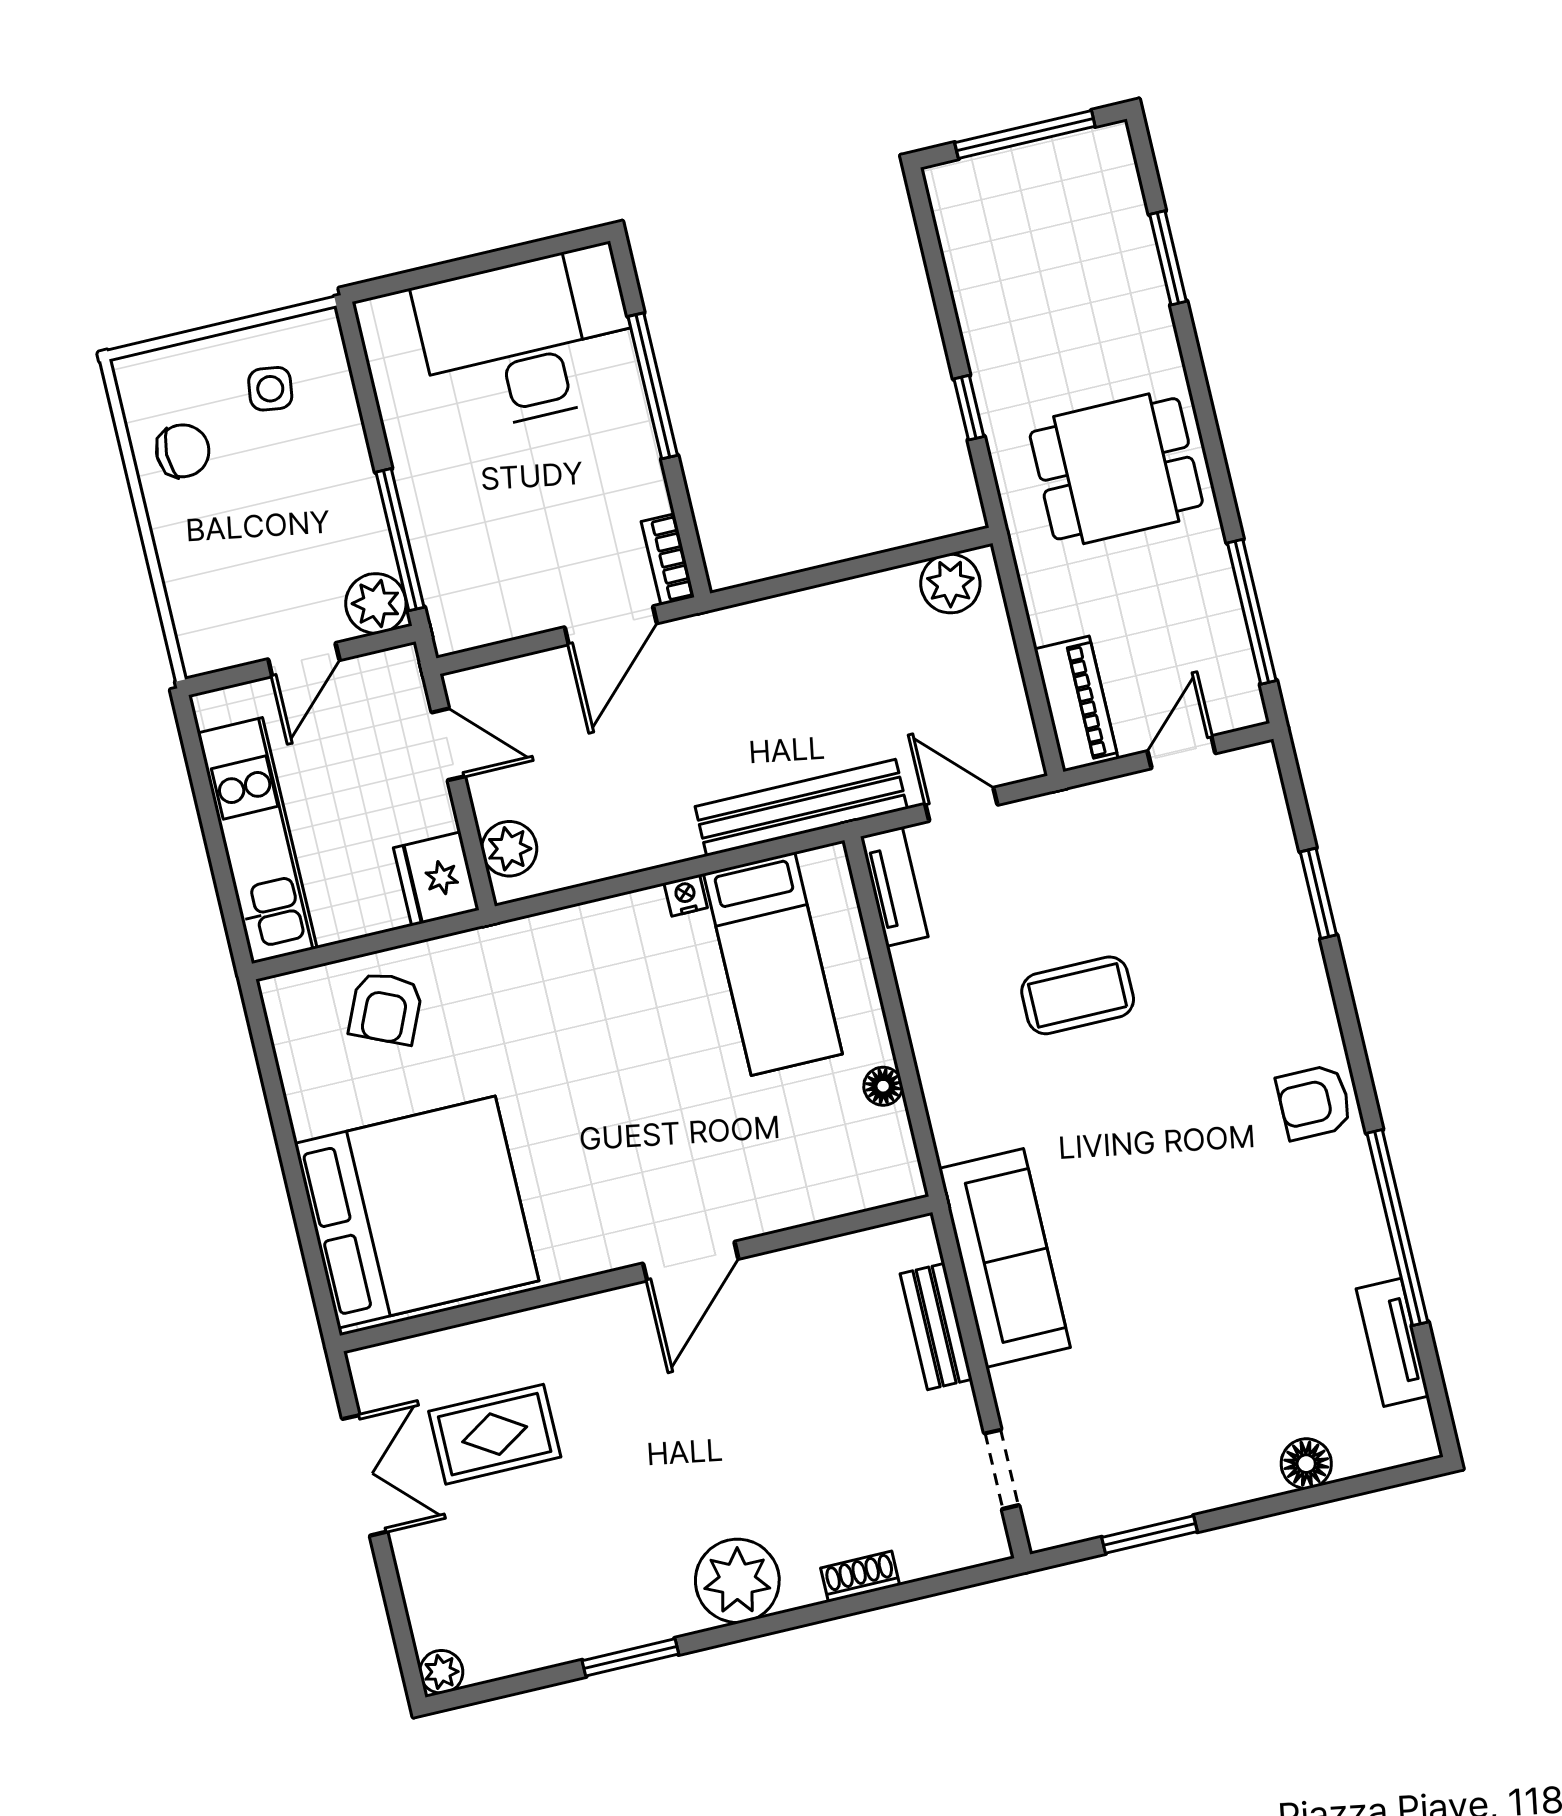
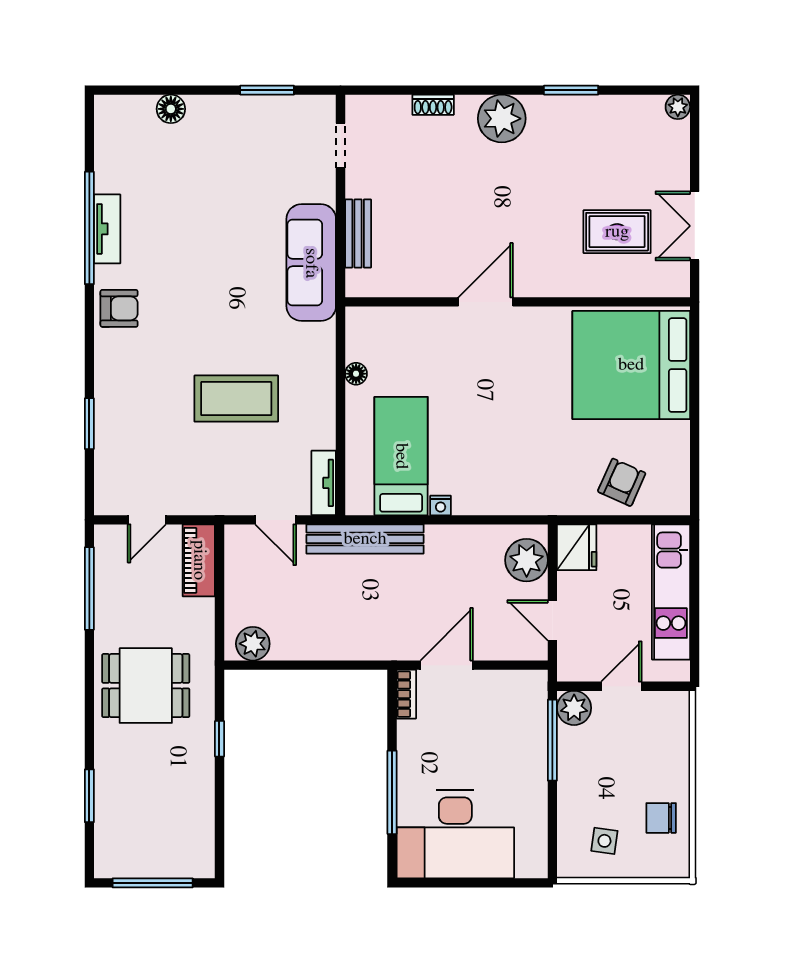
plant: (509, 849) -> (527, 560), width x1.36, depth x1.36
coffee table: (1078, 995) -> (236, 399), width x1.36, depth x1.32
tv unit: (1392, 1342) -> (107, 229), moved

